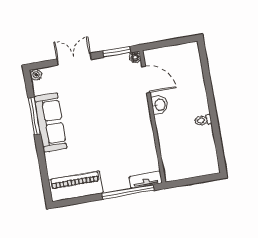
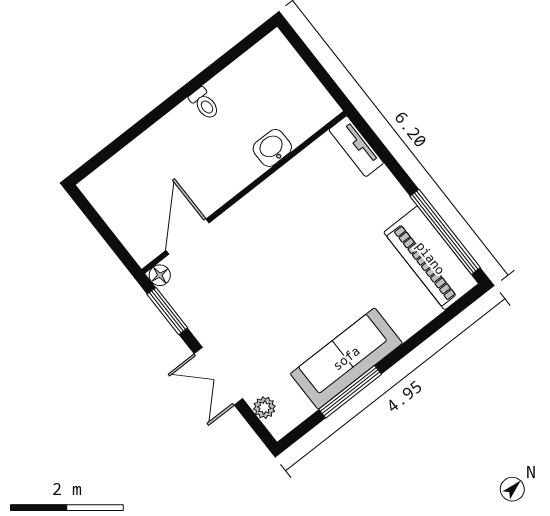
plant: (36, 75) -> (264, 408), moved
washbasin: (160, 105) -> (272, 148), moved
window: (128, 192) -> (445, 232), moved

